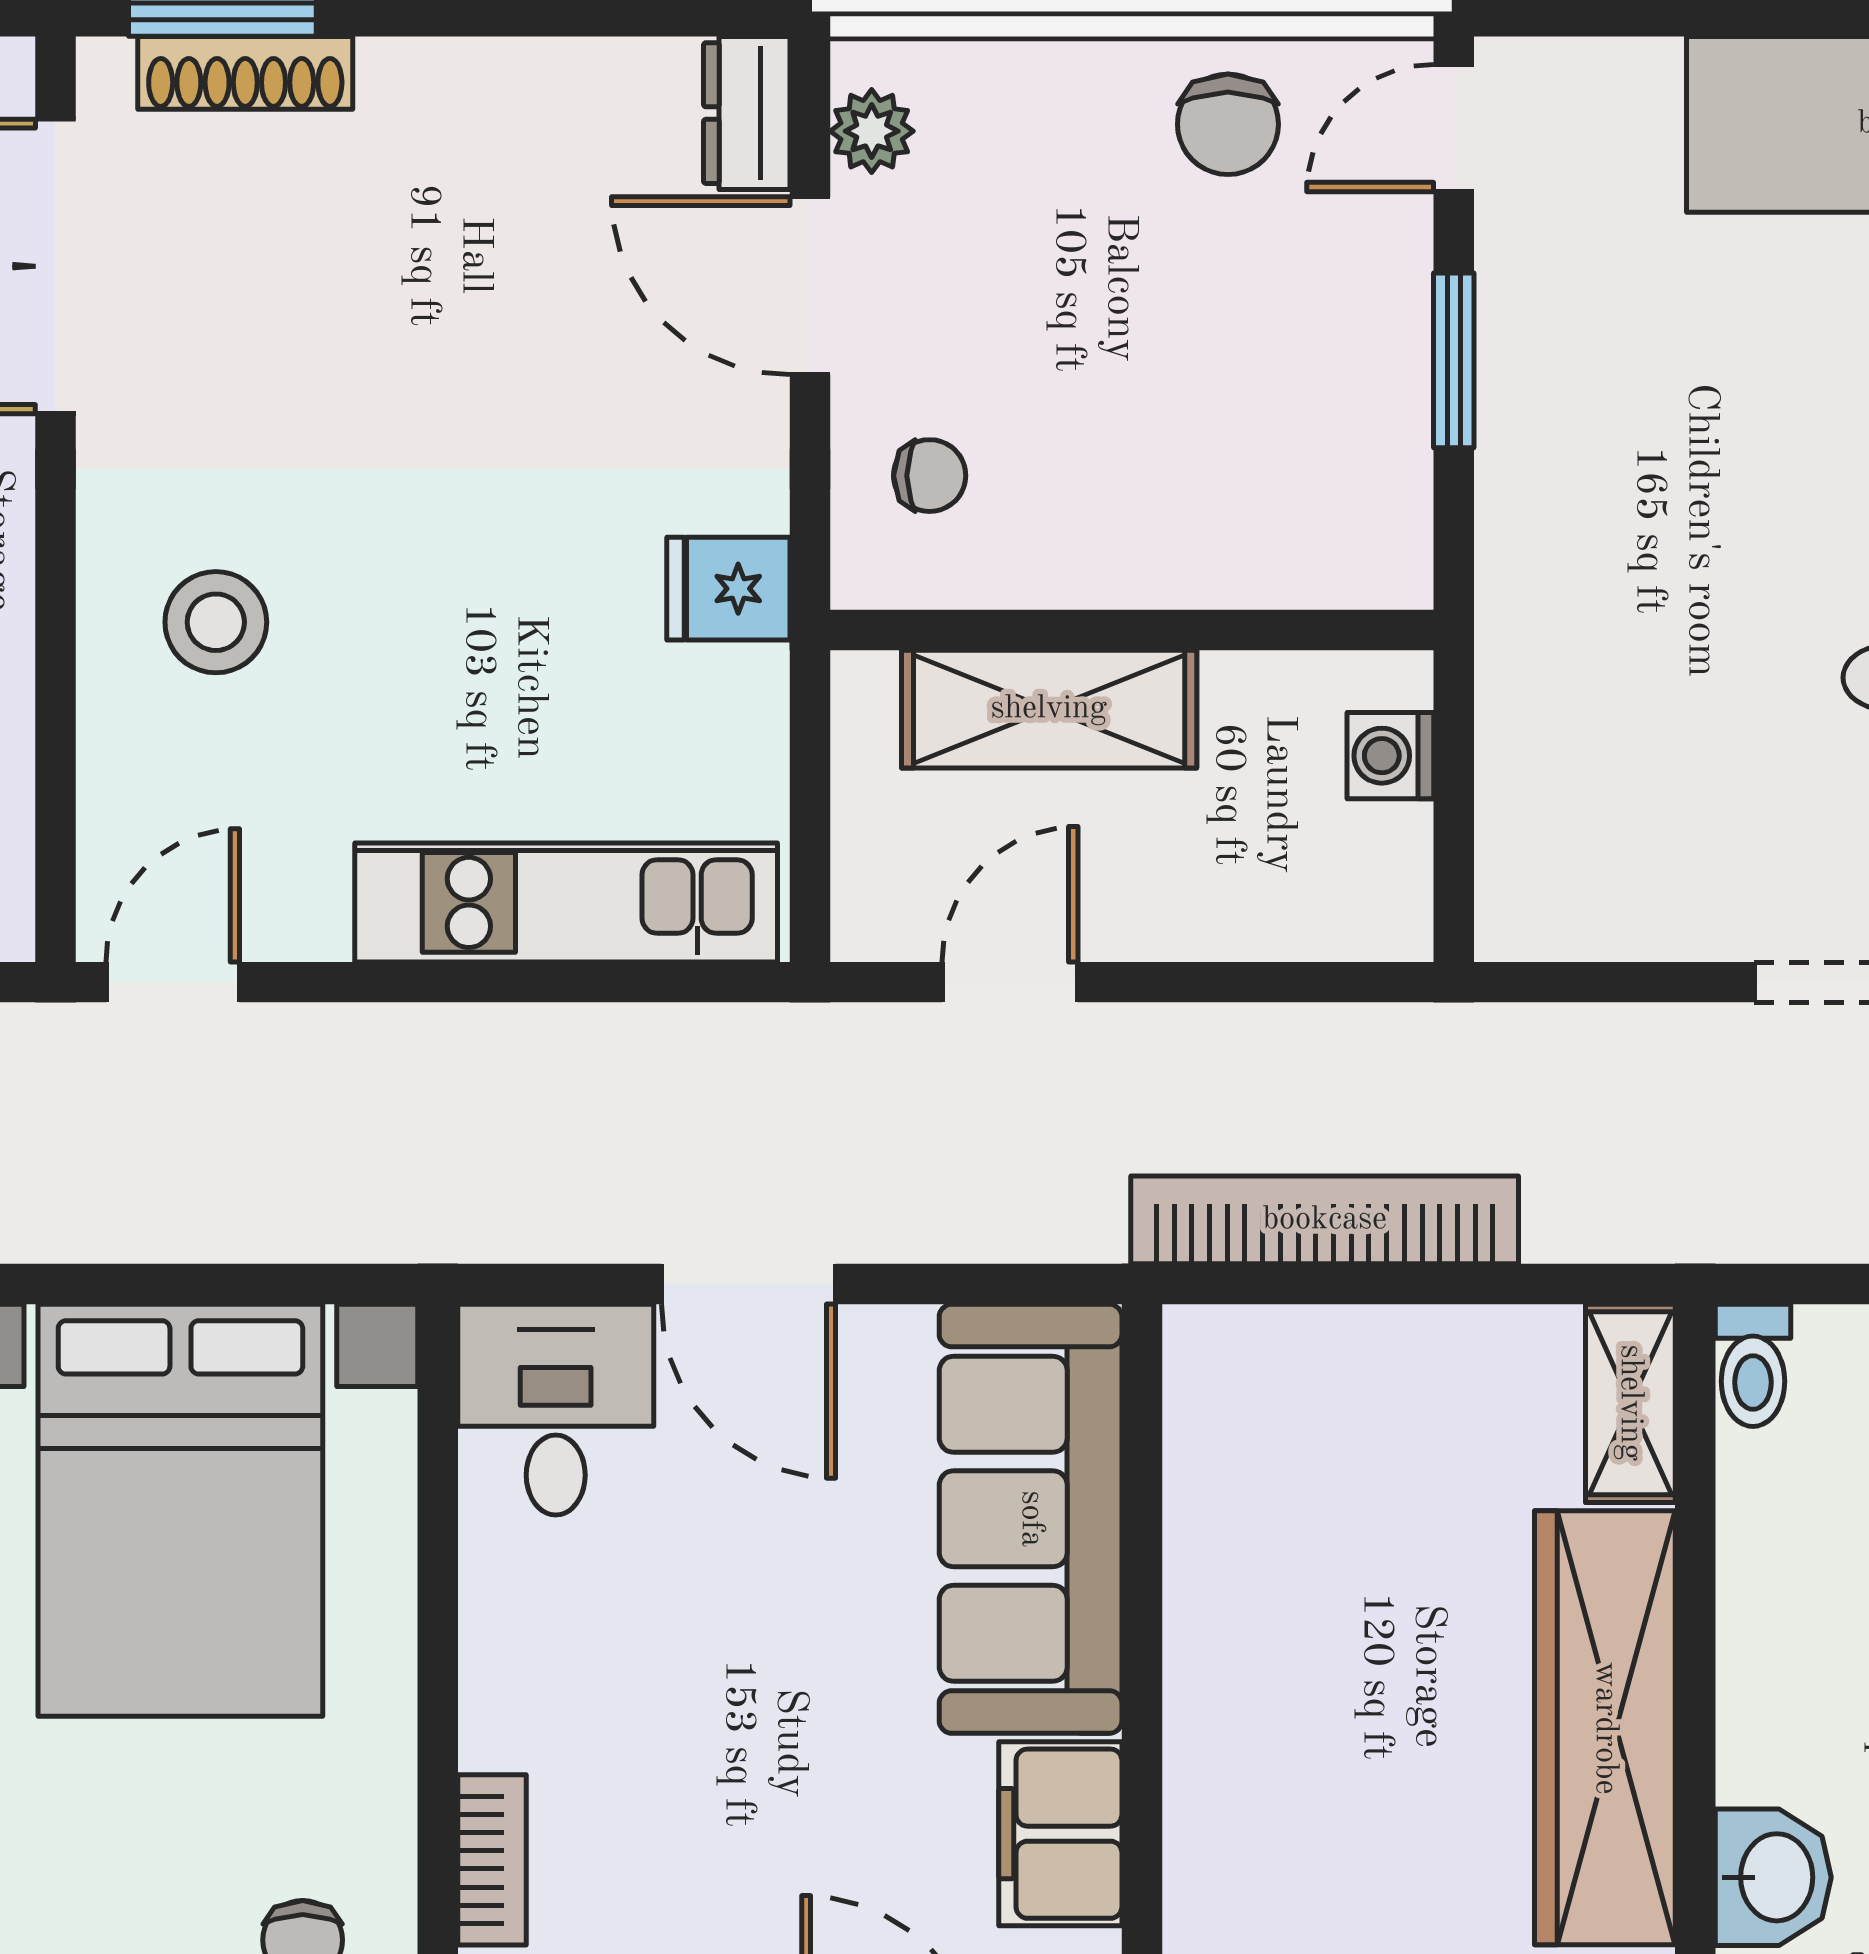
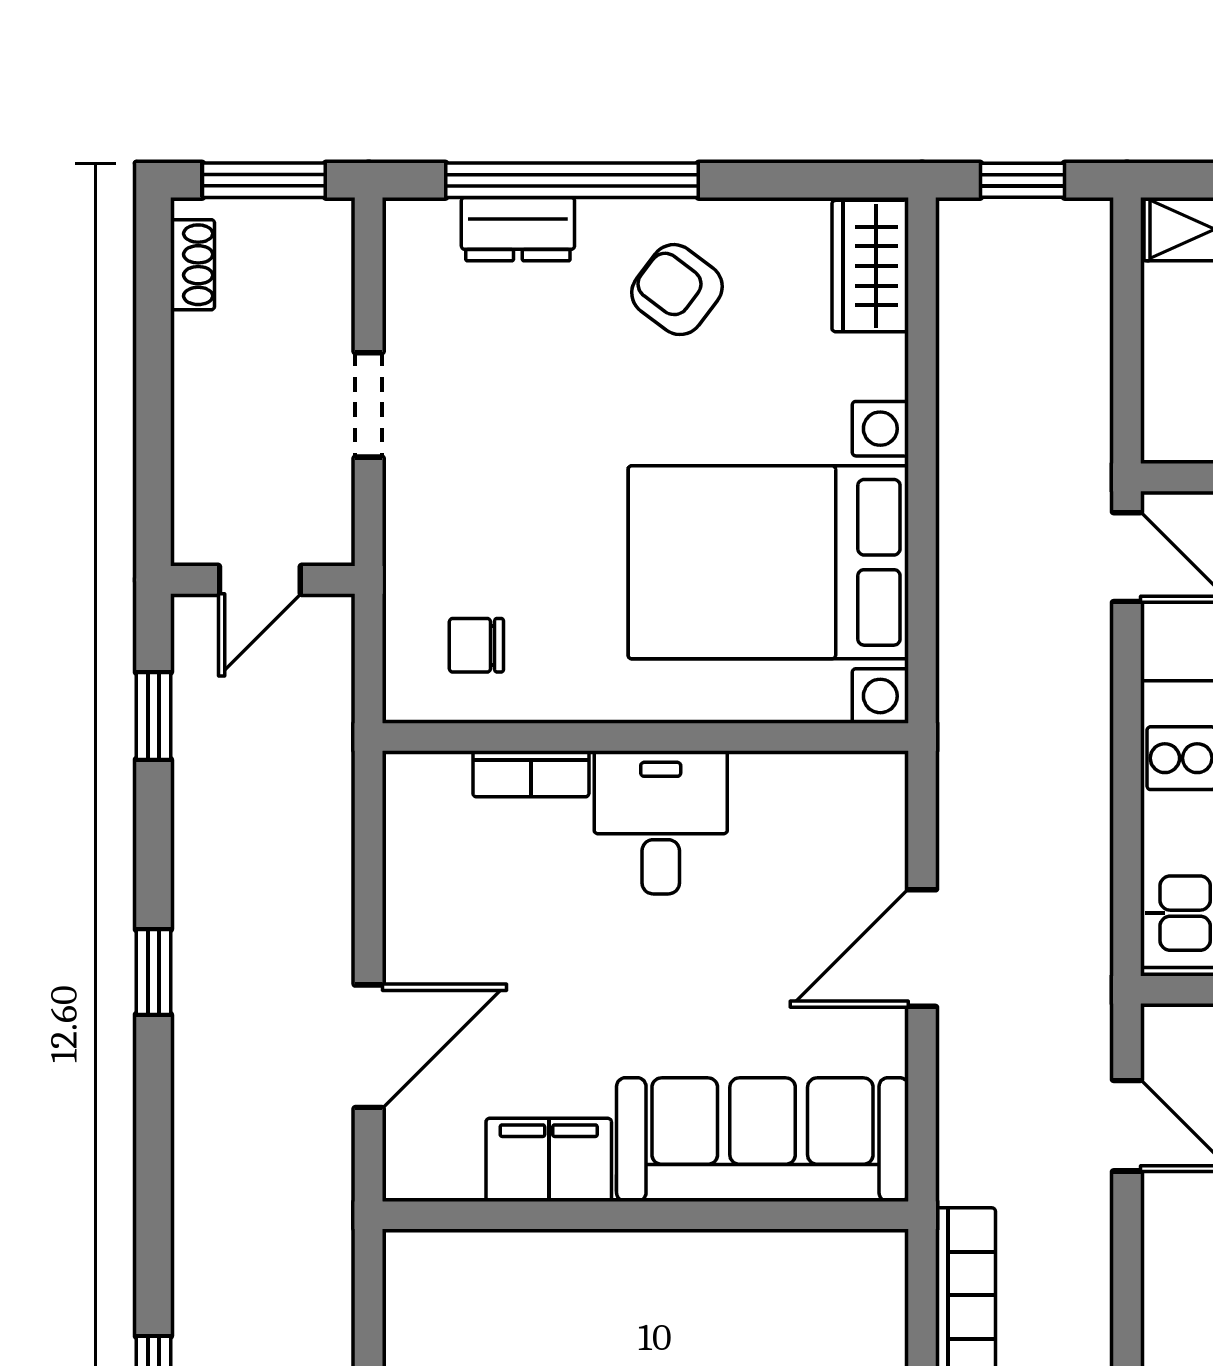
desk: (556, 1410) -> (661, 822), moved, turned -90

